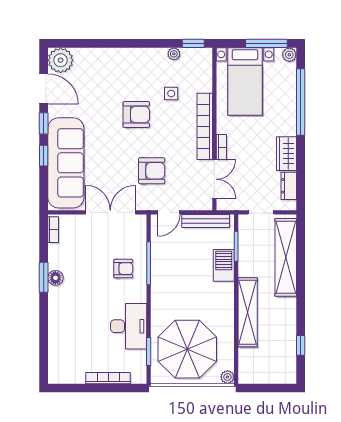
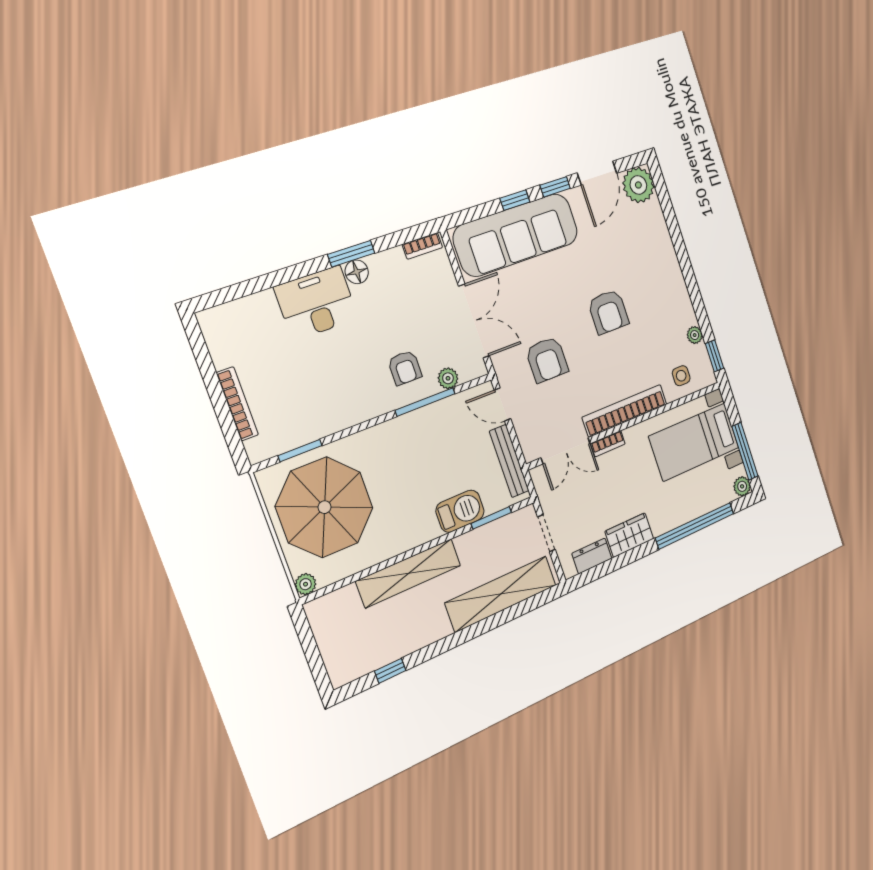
side table: (171, 94) -> (681, 376), moved
plant: (140, 243) -> (448, 378), added
desk: (129, 326) -> (316, 303), moved, turned 180

